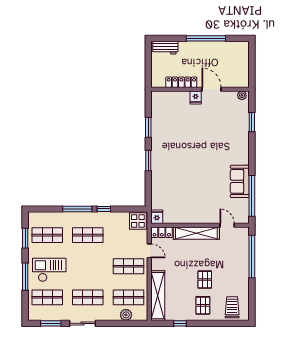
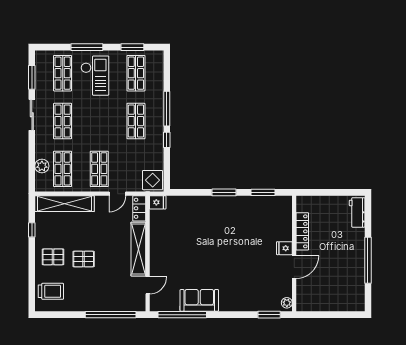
locker: (181, 82) -> (302, 231), moved
wall: (200, 89) -> (294, 253), moved
door: (212, 89) -> (294, 267), moved
plant: (242, 95) -> (287, 303), moved
fridge: (196, 97) -> (284, 248), moved

